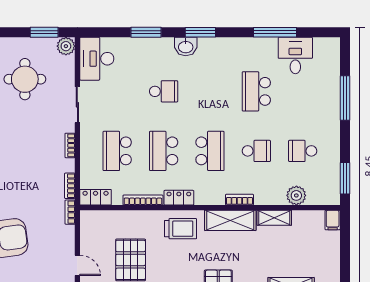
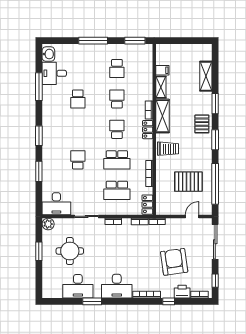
window: (44, 32) -> (39, 251), moved
washbasin: (186, 47) -> (48, 54), moved
school desk: (256, 91) -> (78, 99), width x0.54
window: (345, 98) -> (93, 41), moved
school desk: (210, 151) -> (117, 129), width x0.54
plant: (296, 195) -> (146, 73), removed
locker: (179, 198) -> (148, 130), moved
filing cabinet: (333, 220) -> (162, 70), moved
trolley: (181, 229) -> (168, 149), turned 90

